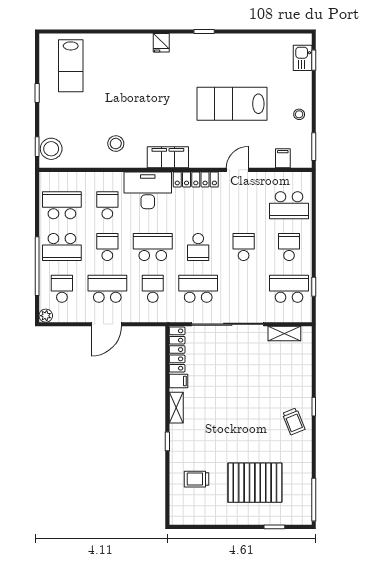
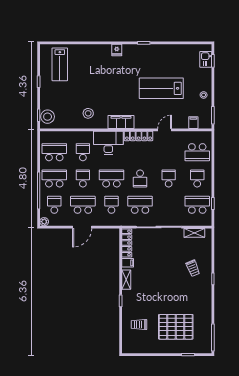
school desk: (62, 247) -> (54, 178), turned 180
trolley: (294, 421) -> (193, 268), moved

